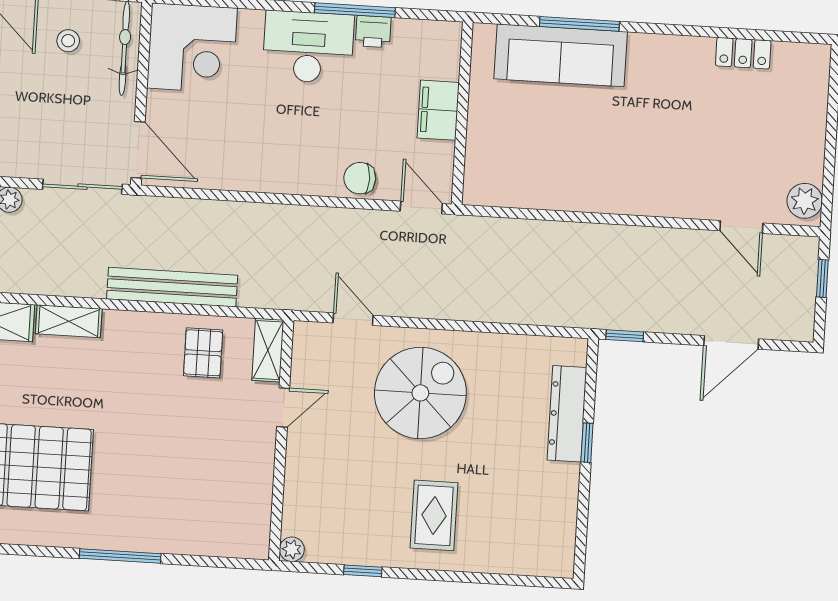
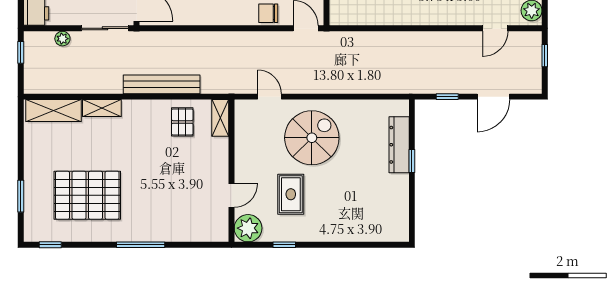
door: (741, 227) -> (495, 28), hinge flipped
window: (625, 336) -> (447, 97), moved
door: (283, 407) -> (231, 196), moved
rug: (434, 515) -> (291, 194), moved
plant: (292, 549) -> (248, 228), width x1.88, depth x1.88

